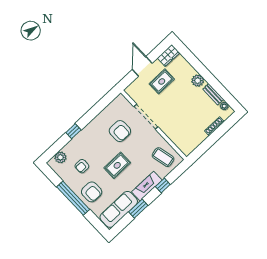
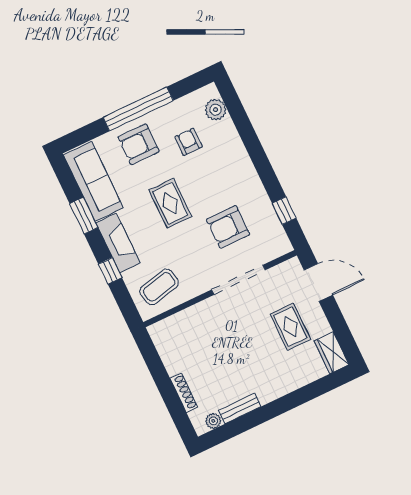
door: (142, 66) -> (318, 283), moved
plant: (198, 81) -> (272, 389), removed
window: (73, 131) -> (284, 211), moved

